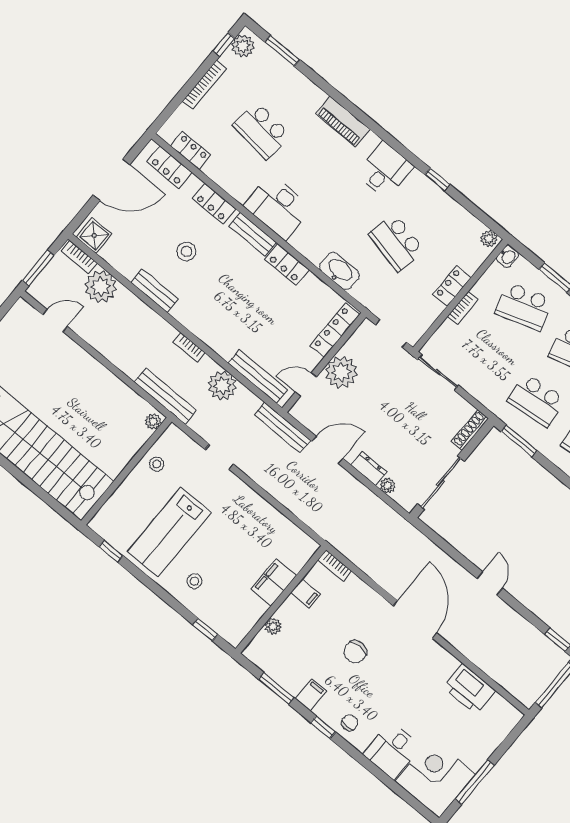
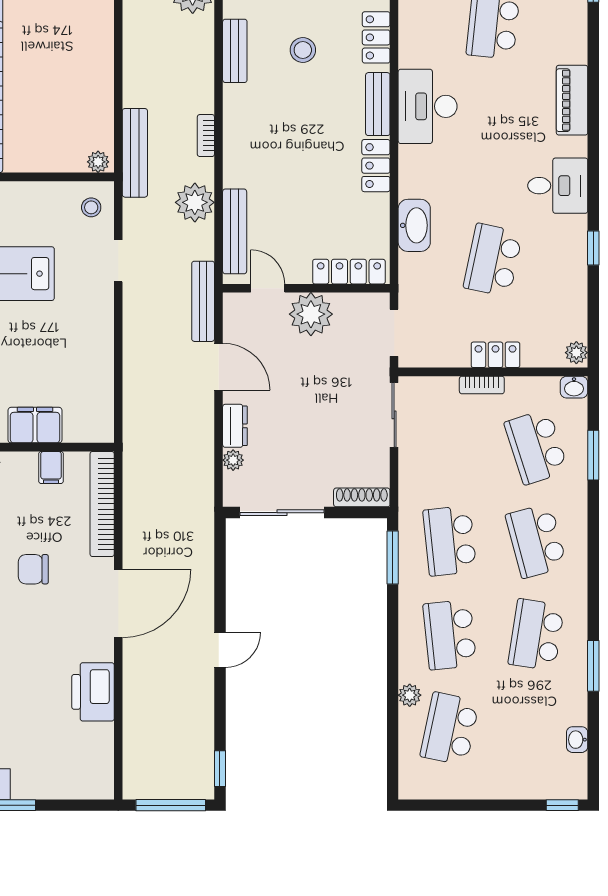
stool: (157, 464) -> (91, 207), moved
bookcase: (335, 566) -> (102, 504), width x2.31, depth x1.31
printer: (469, 689) -> (93, 692), moved

